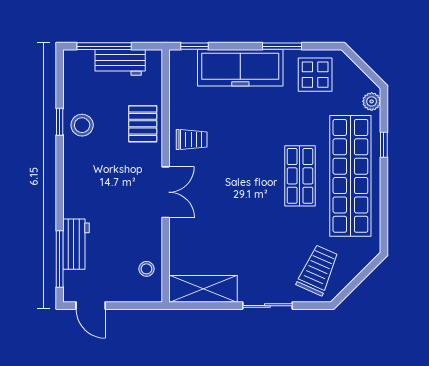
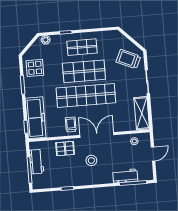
freezer: (240, 68) -> (36, 118), moved
stool: (82, 125) -> (91, 160), moved
shop shelf: (250, 176) -> (86, 95), added
shop shelf: (300, 176) -> (84, 71), width x1.43, depth x1.36
shop shelf: (350, 176) -> (82, 47), width x0.50, depth x0.74
double door: (166, 192) -> (97, 135), width x1.37
door: (91, 306) -> (153, 154), moved

